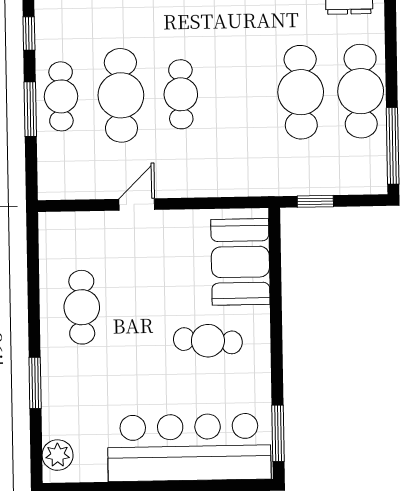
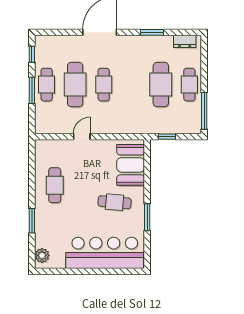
cafe table: (361, 91) -> (189, 85), width x0.73, depth x0.74
window: (278, 433) -> (147, 217), moved

